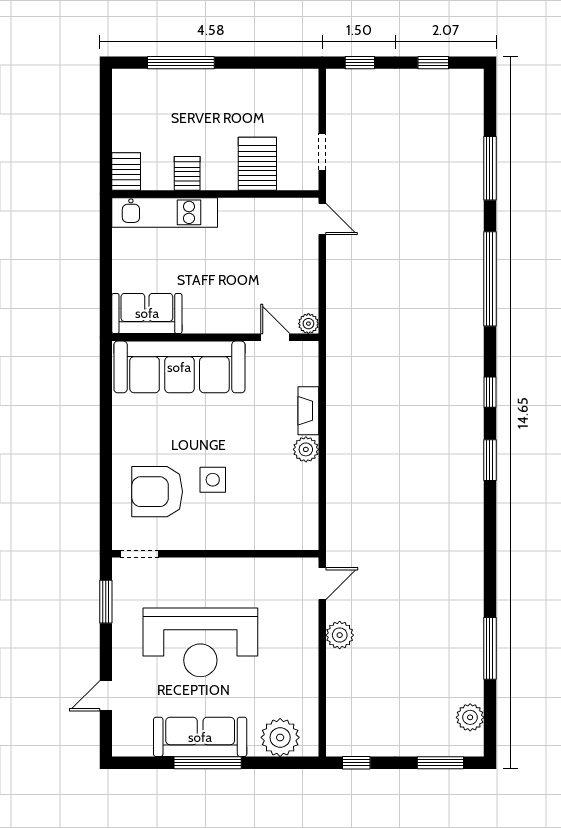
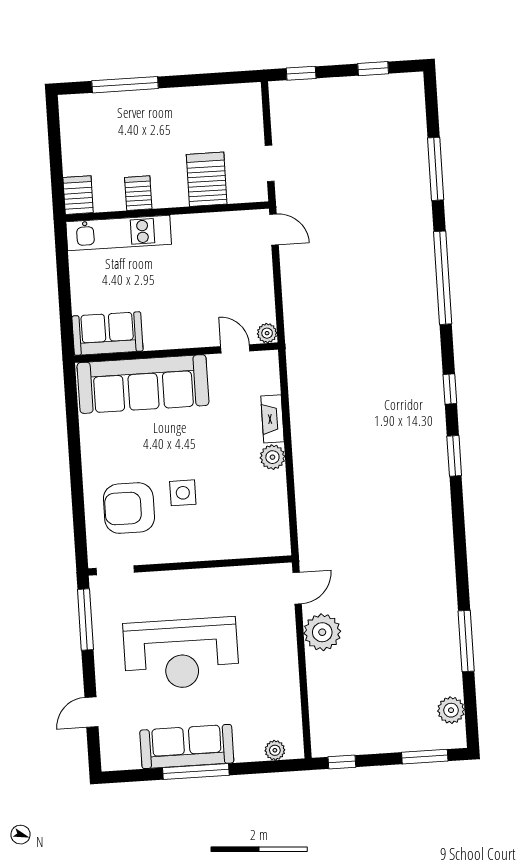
window: (106, 602) -> (85, 619), width x1.44
plant: (340, 635) -> (322, 632), width x1.36, depth x1.36
plant: (280, 737) -> (275, 750), width x0.53, depth x0.53

